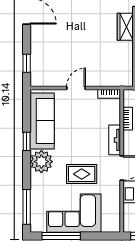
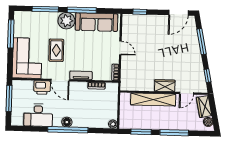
window: (27, 141) -> (82, 10), width x2.17
window: (27, 207) -> (45, 9), moved
corner sofa: (74, 213) -> (27, 58), moved

